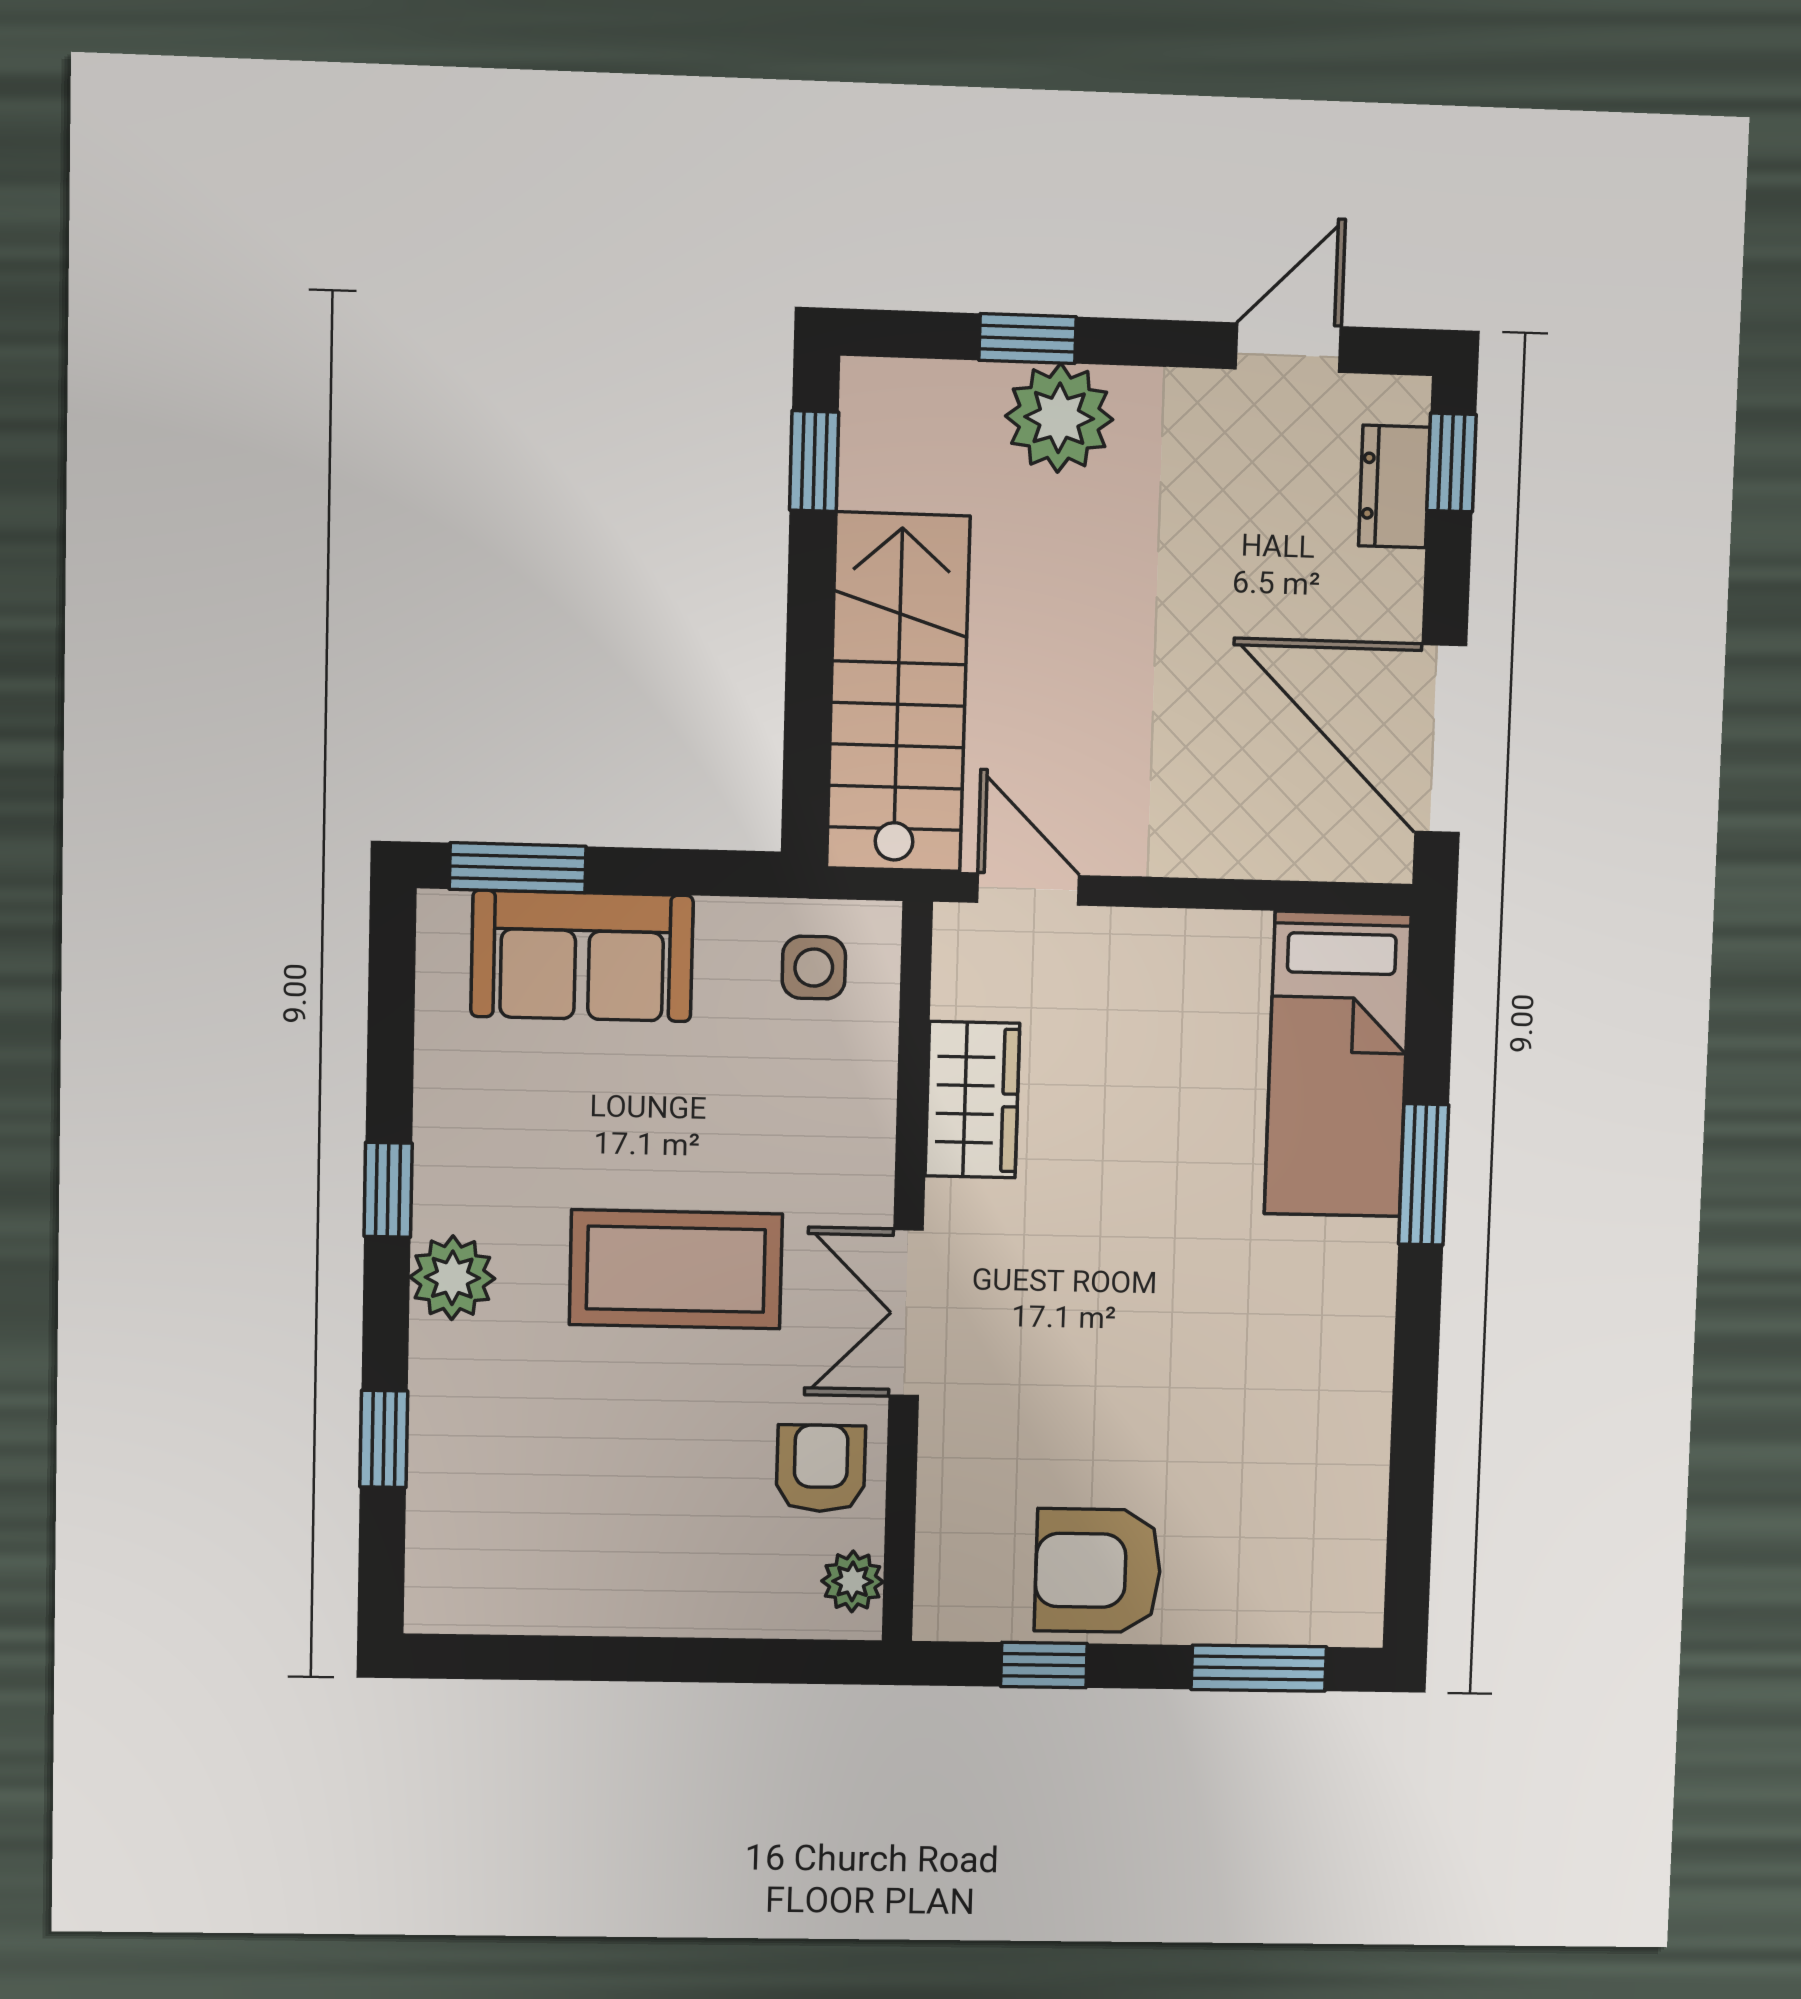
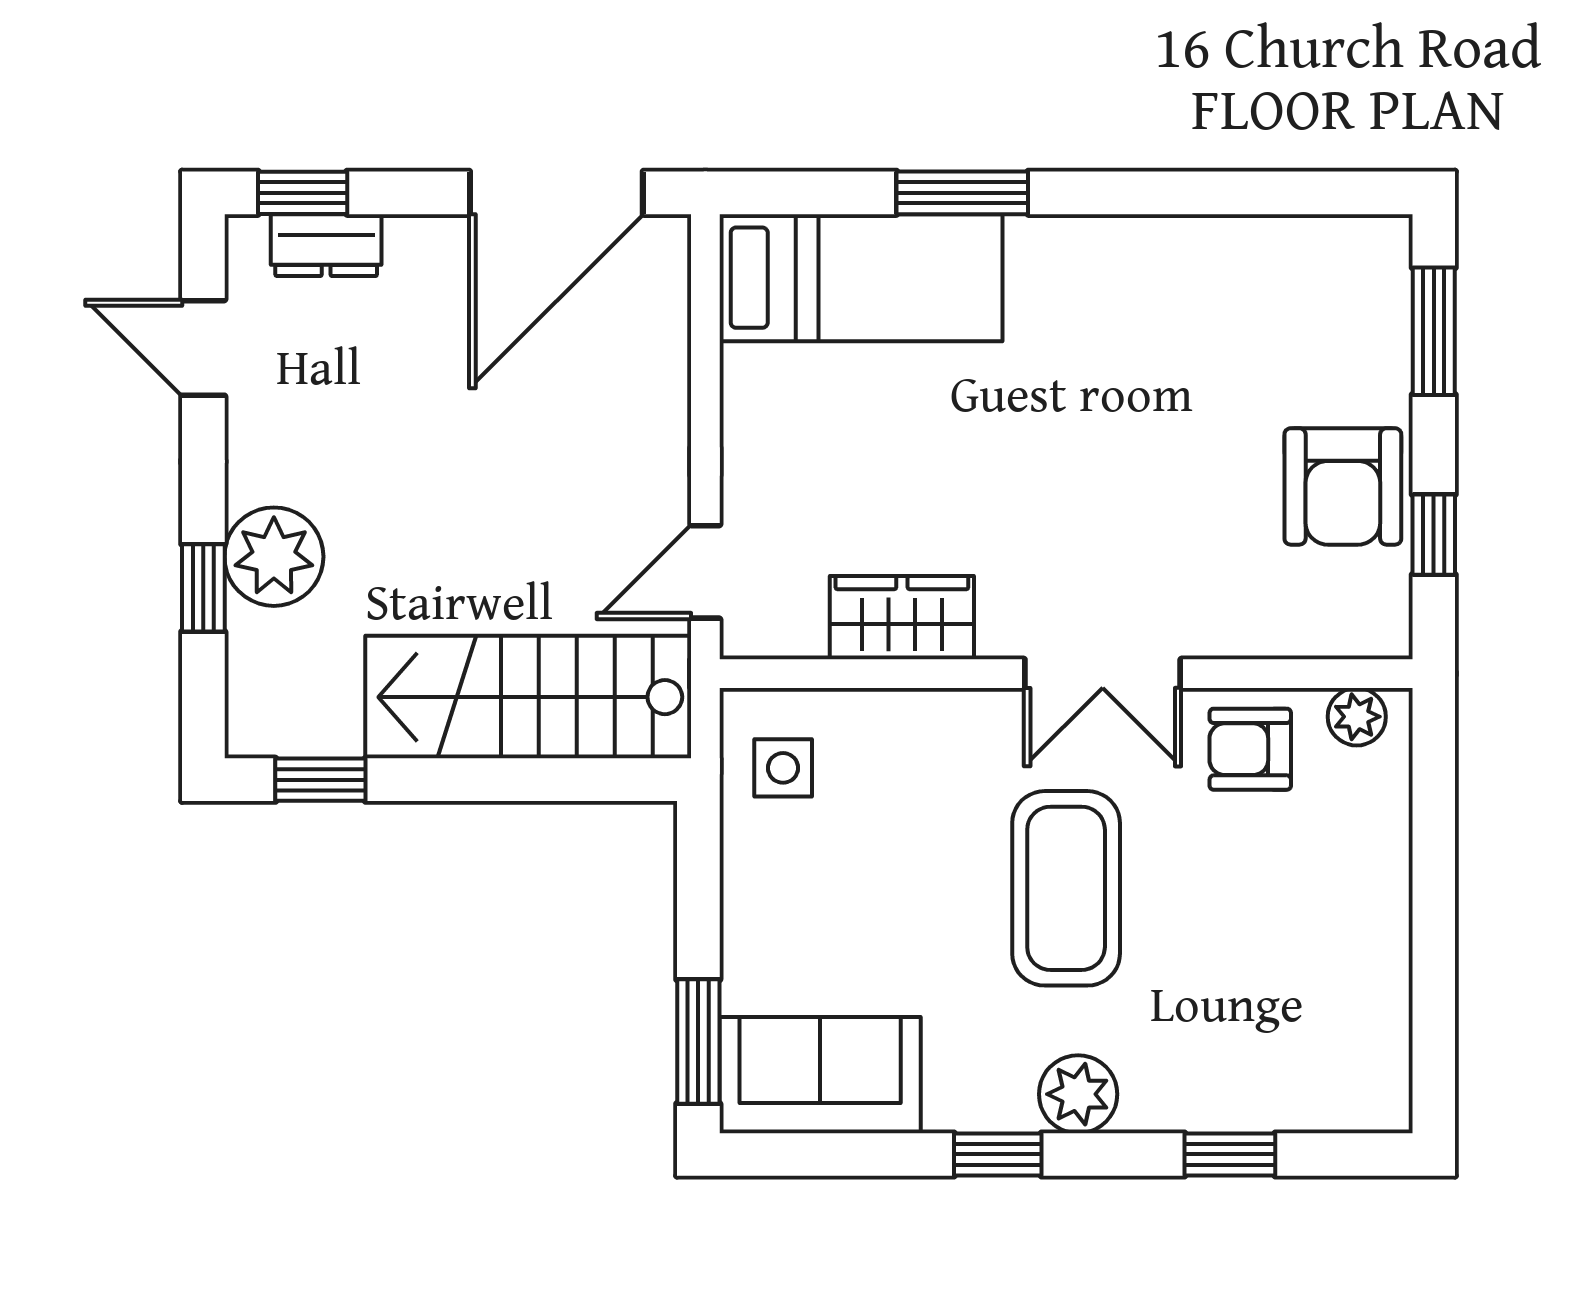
sofa: (582, 956) -> (820, 1075), moved, turned -90

